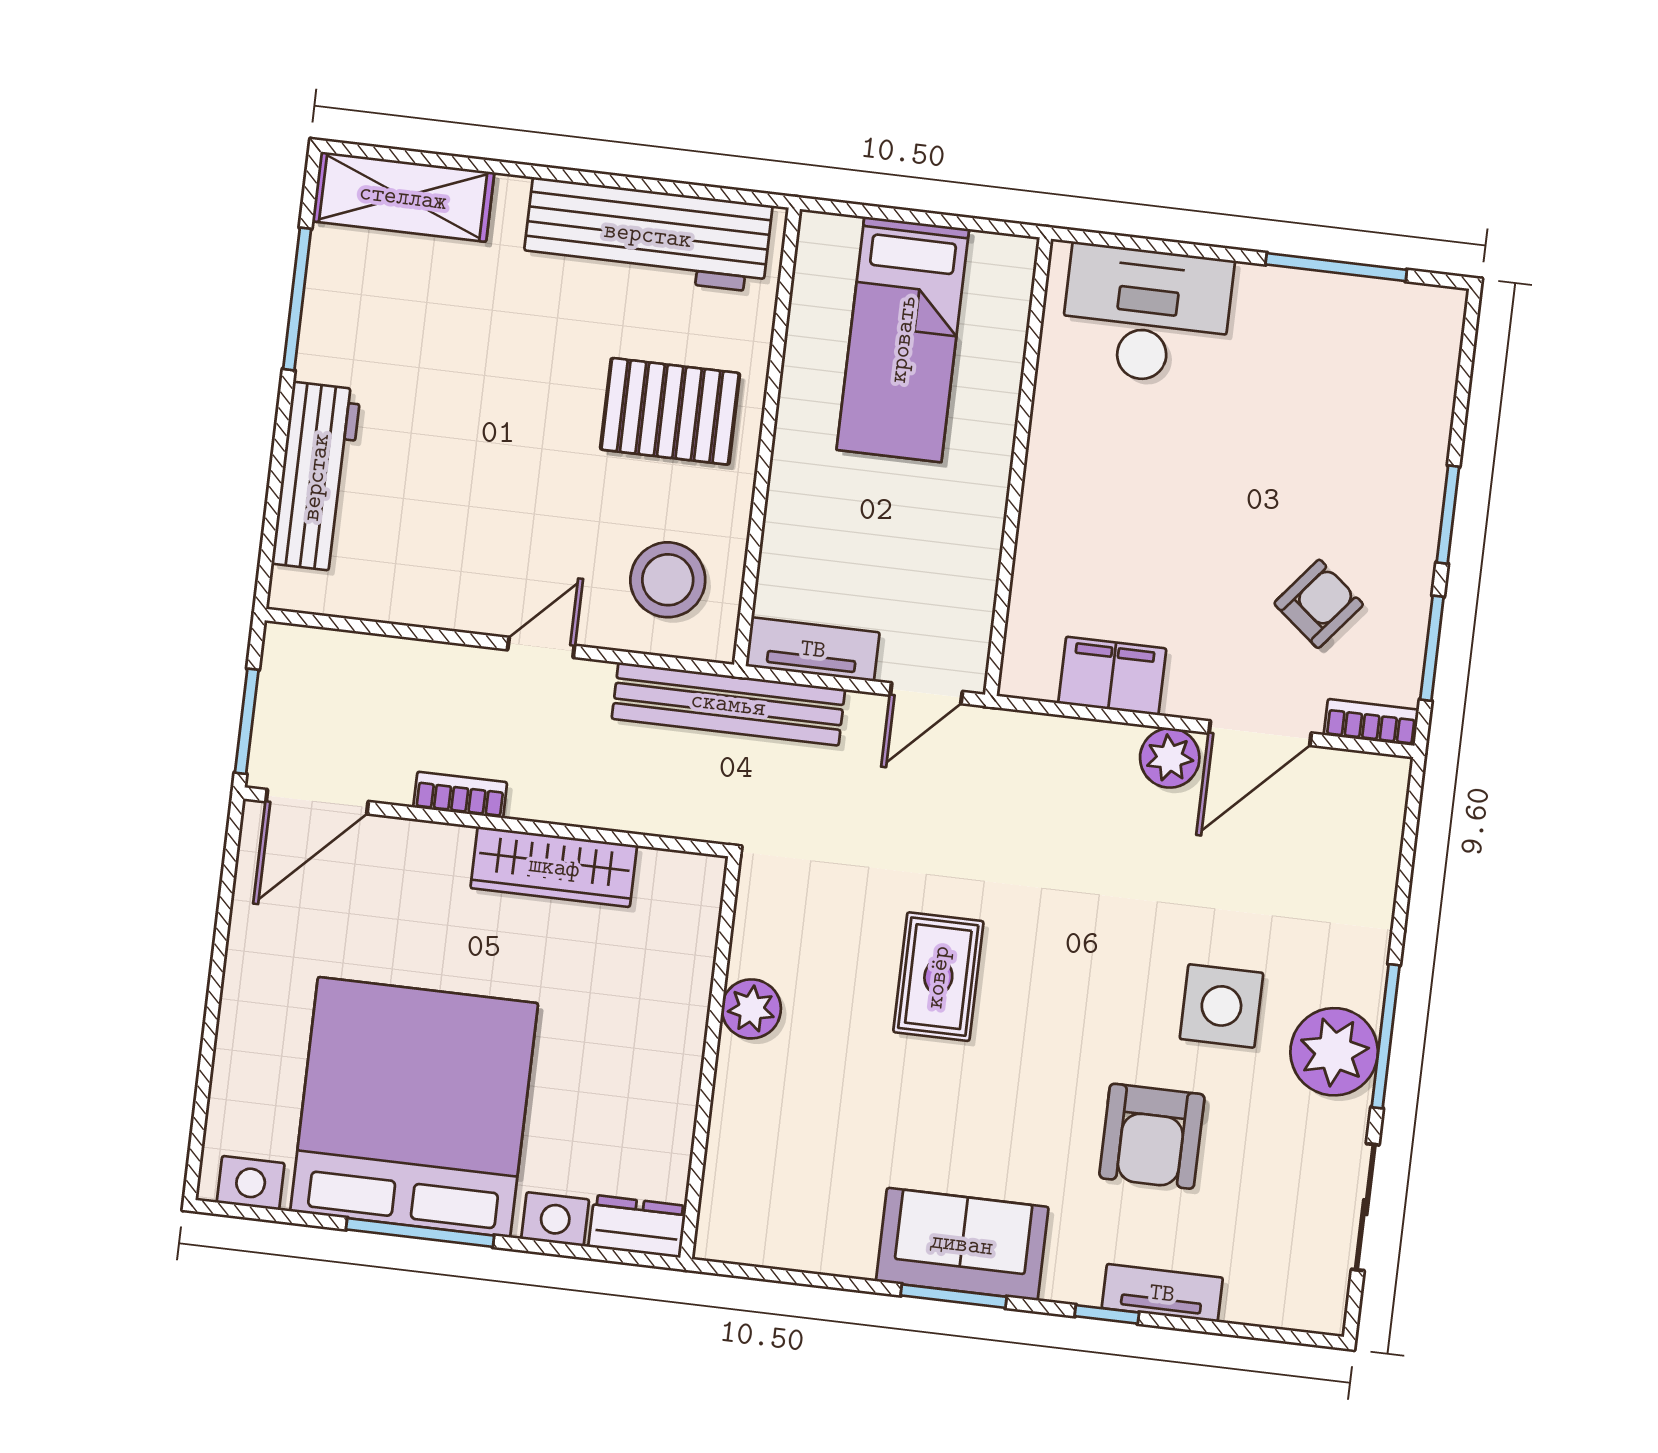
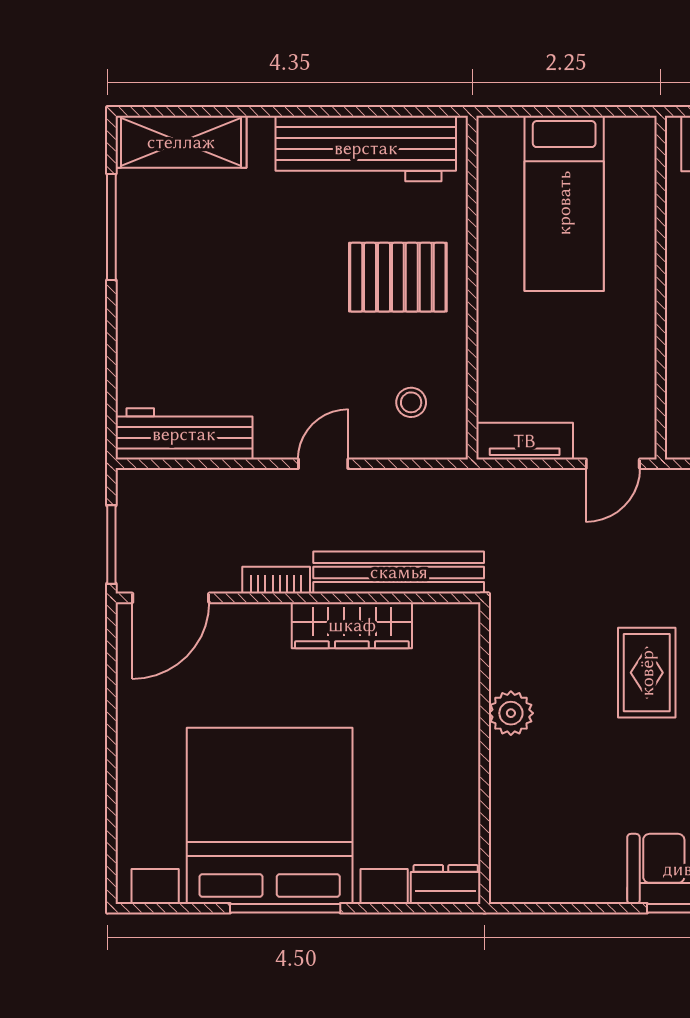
workbench: (316, 477) -> (184, 434), moved, turned -90
stool: (668, 580) -> (411, 402), width x0.53, depth x0.53
bench: (728, 704) -> (399, 572), moved

